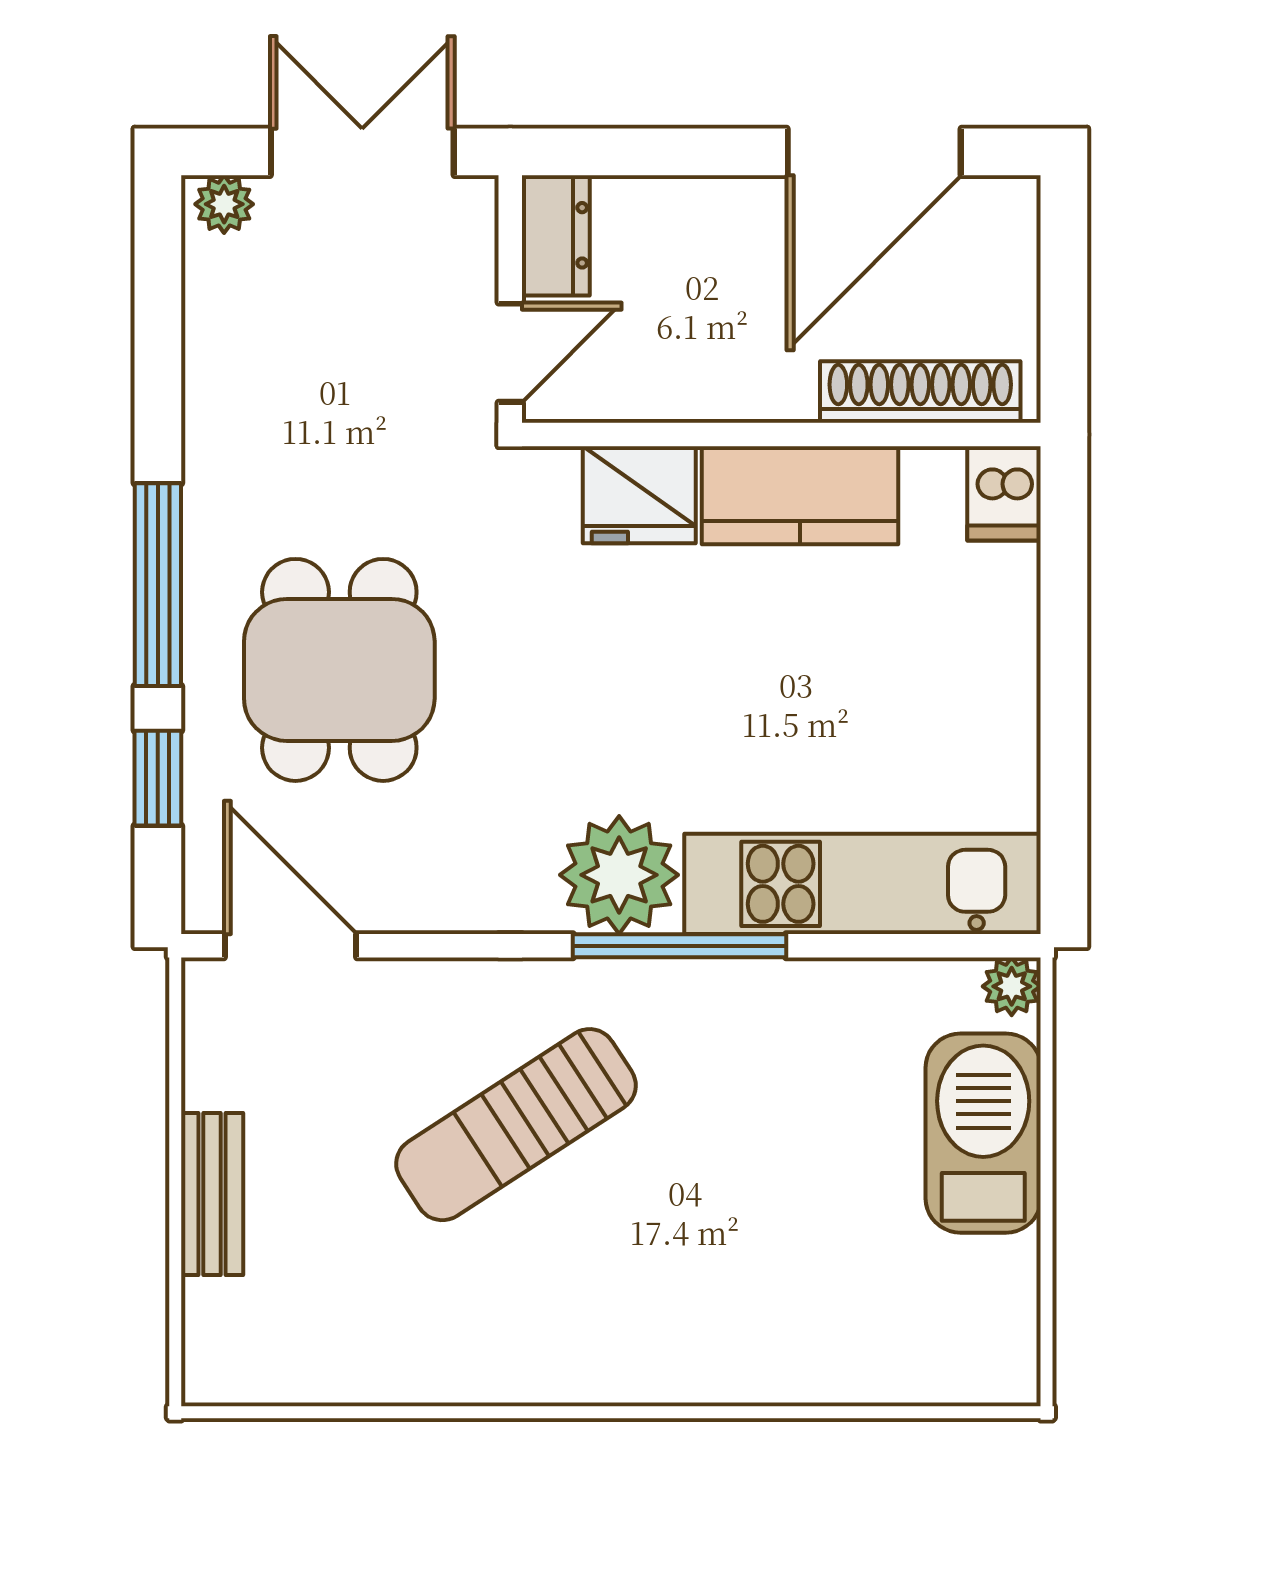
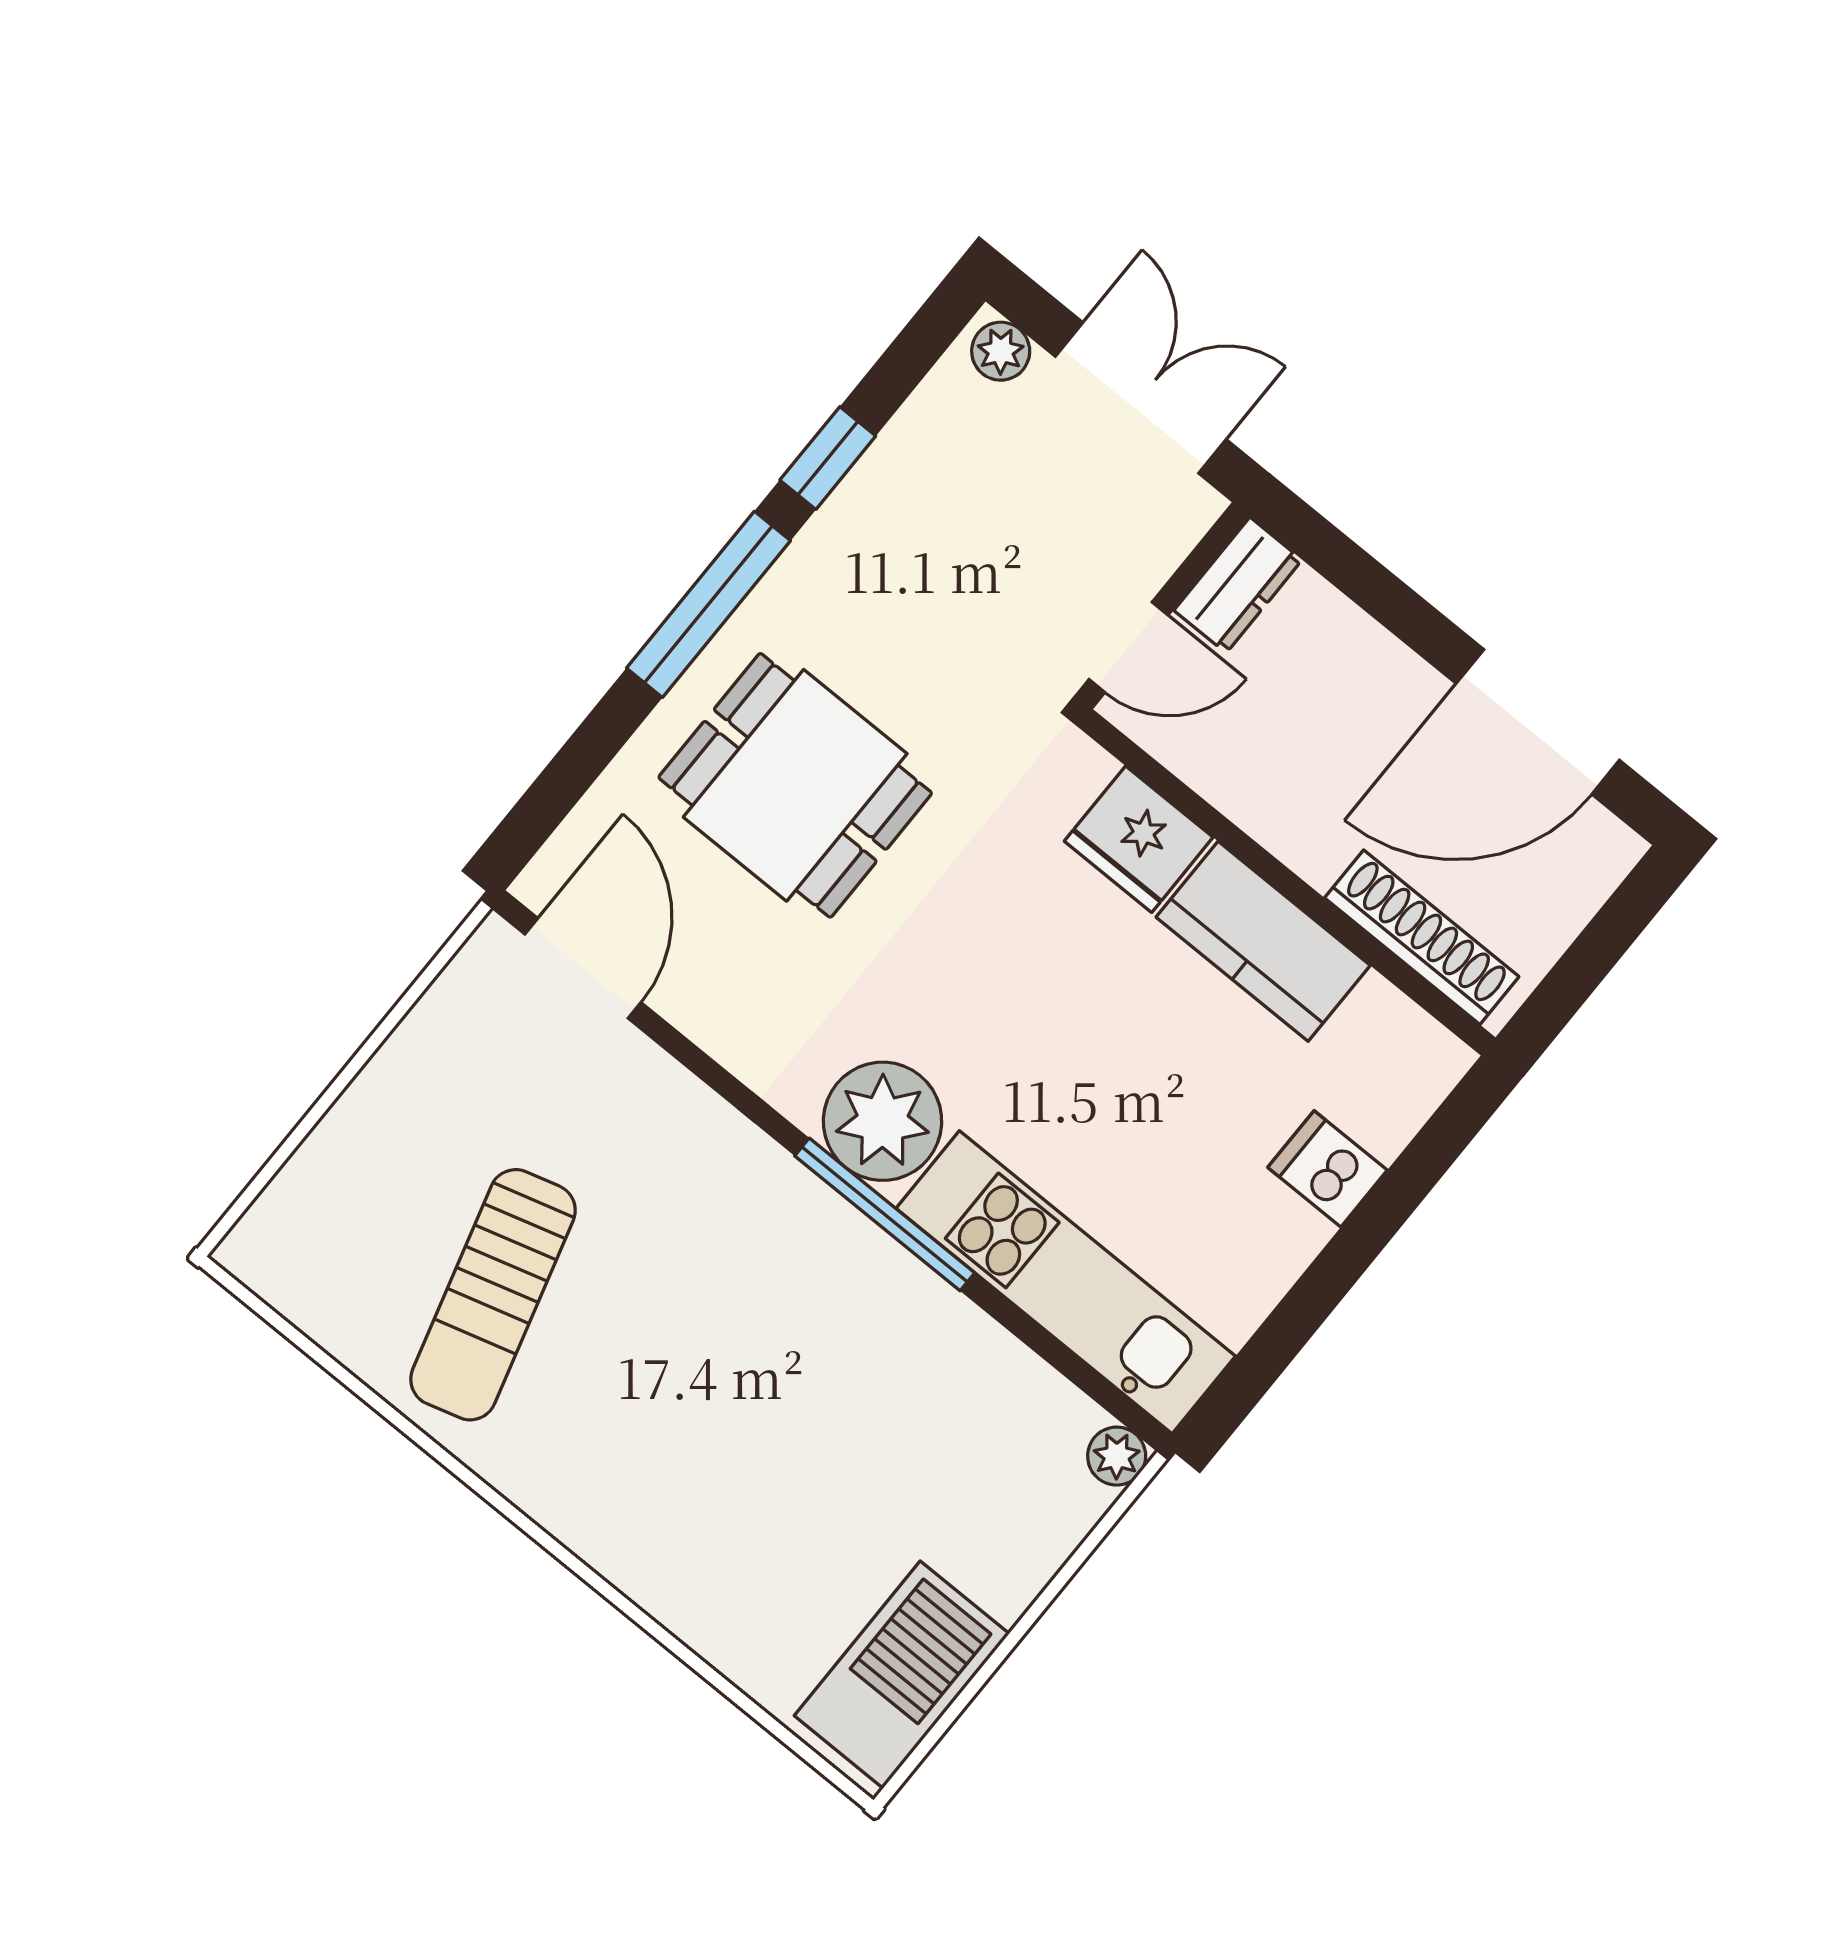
dishwasher: (1004, 493) -> (1327, 1169), moved, turned 90
dining table: (339, 670) -> (795, 785), turned 90
window: (158, 778) -> (828, 458), moved
sun lounger: (516, 1125) -> (493, 1295), moved, turned -73
barbecue: (983, 1133) -> (902, 1675), moved
bench: (212, 1194) -> (365, 1111), removed

